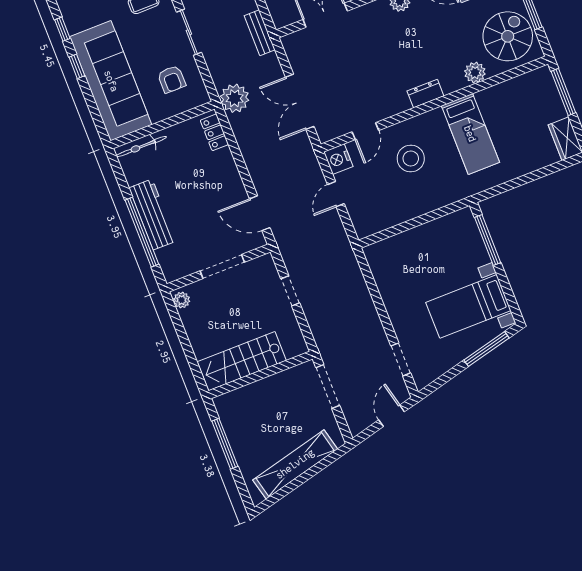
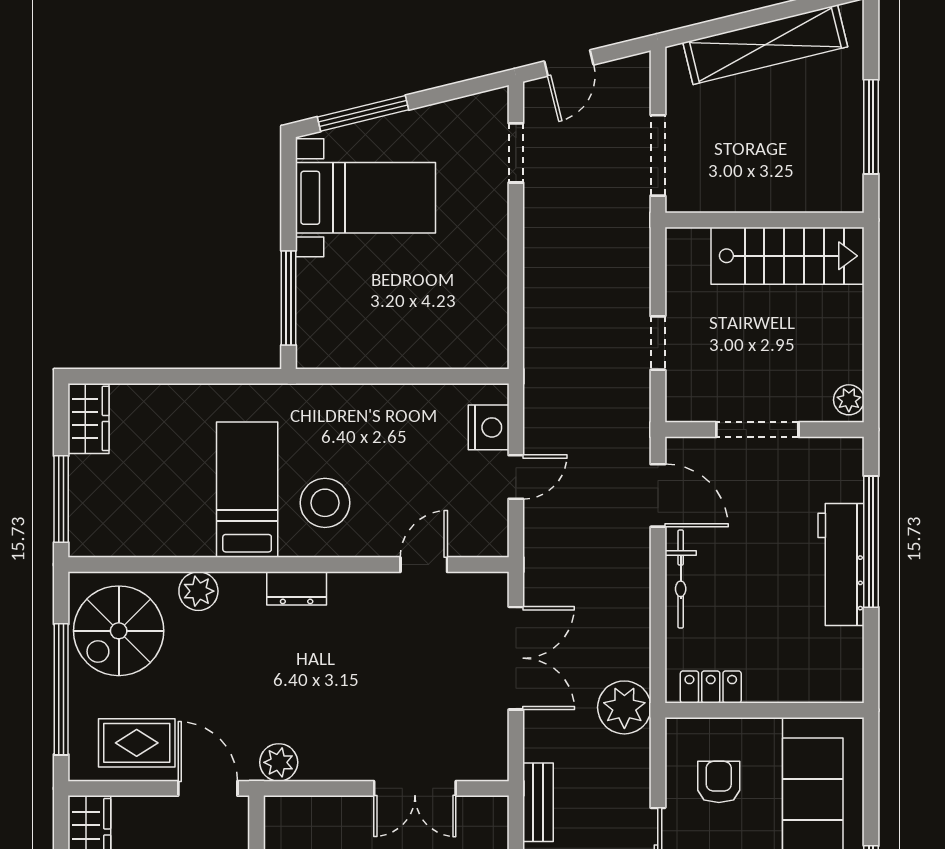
locker: (214, 132) -> (711, 687), moved, turned -90
bicycle: (141, 147) -> (681, 579), moved, turned 90
stool: (411, 158) -> (325, 503), moved
nightstand: (338, 159) -> (489, 427), moved

